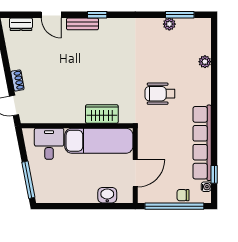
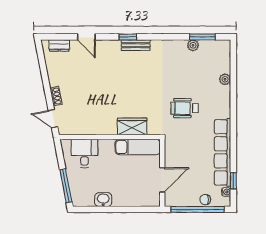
bench: (82, 24) -> (136, 45), moved
exam couch: (99, 141) -> (138, 147), width x0.73, depth x0.69
washbasin: (107, 195) -> (103, 200), moved

